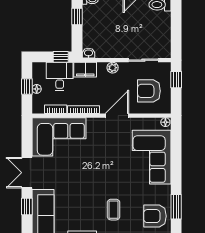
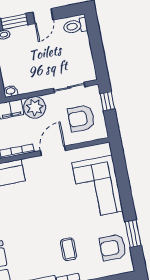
plant: (113, 68) -> (35, 107), width x1.88, depth x1.88
floor lamp: (165, 122) -> (105, 148), removed

